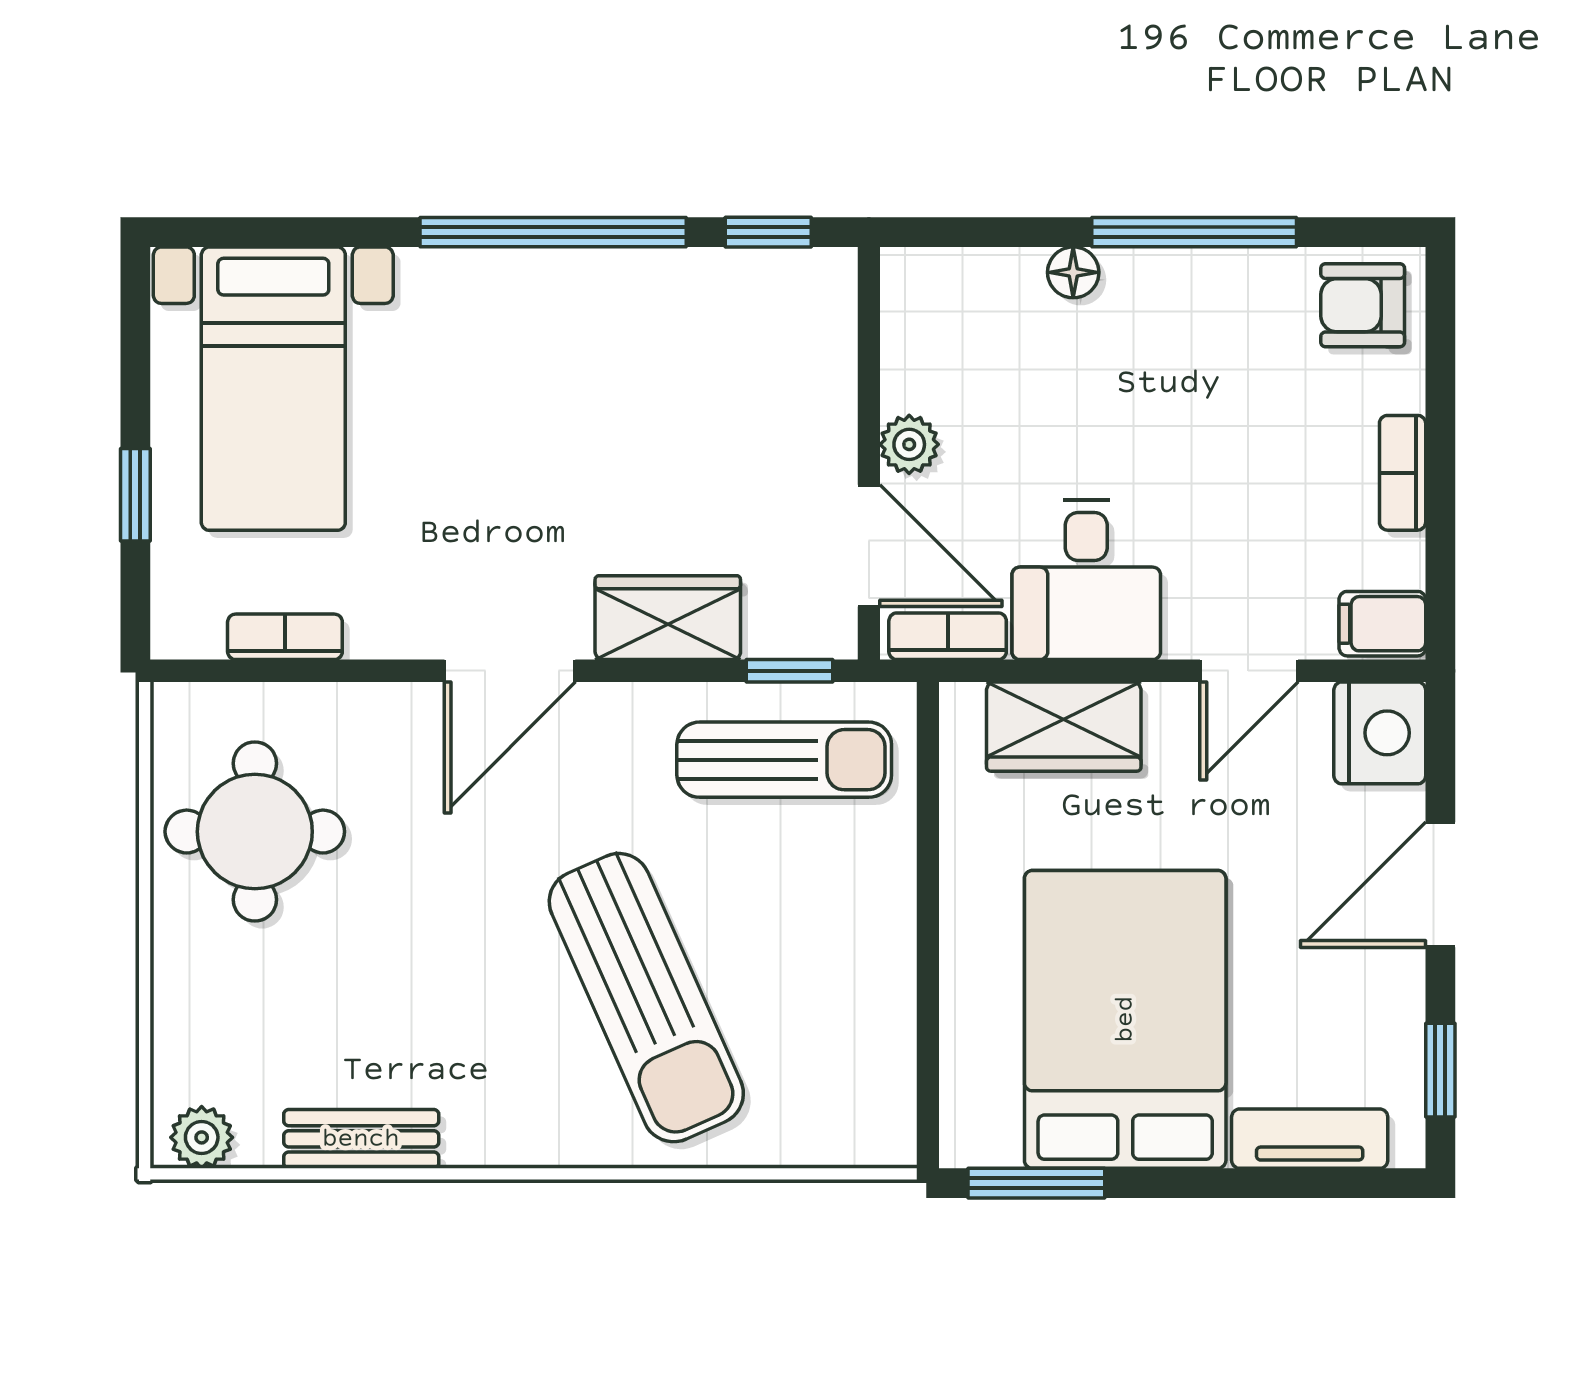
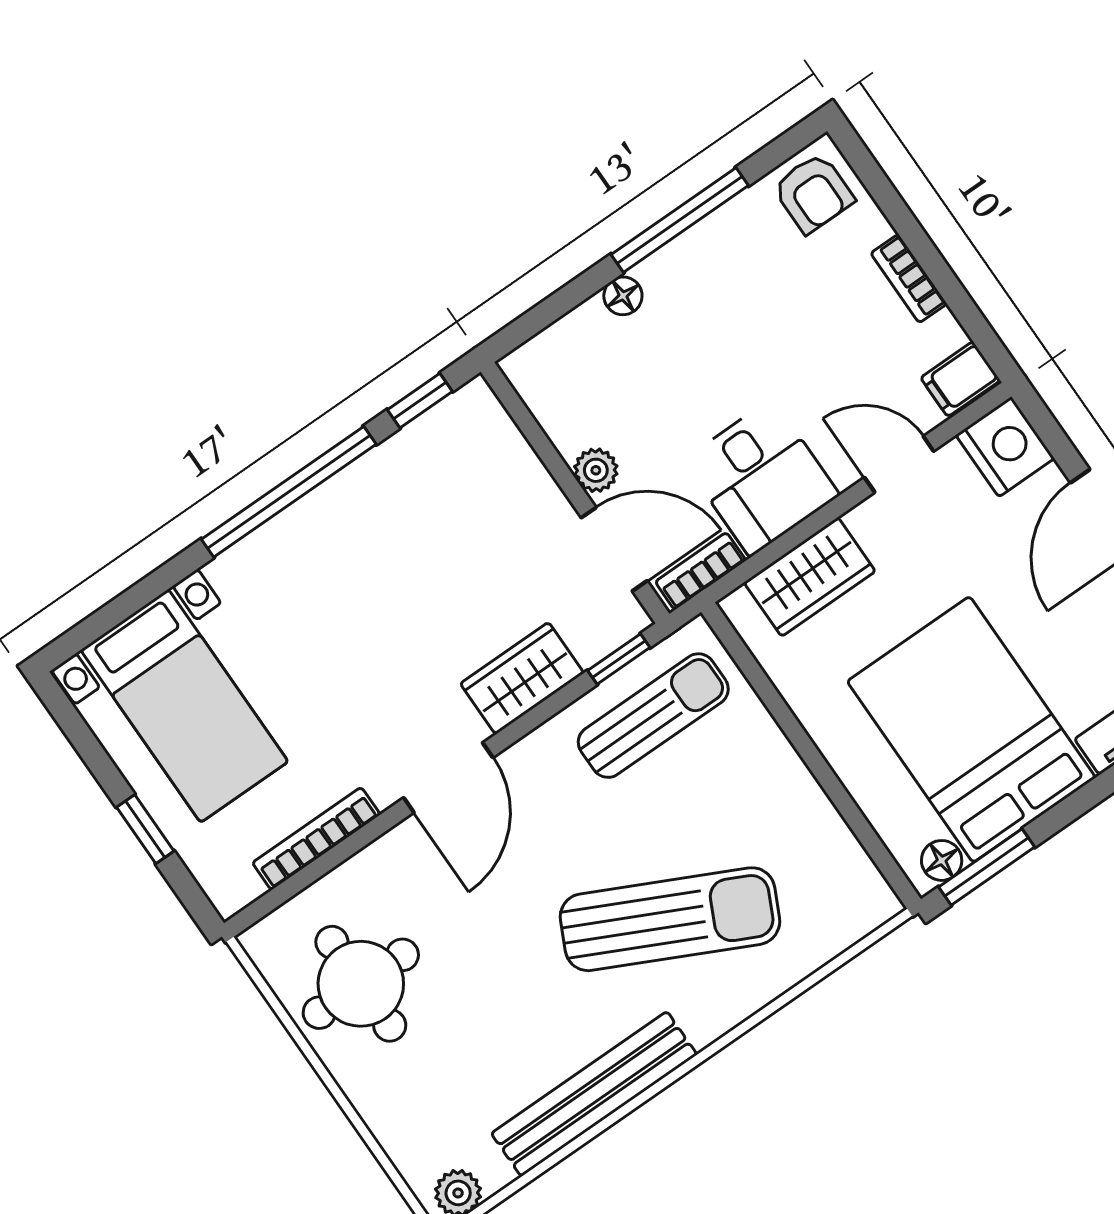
armchair: (1363, 305) -> (813, 193), turned -90
bookcase: (285, 637) -> (316, 839), width x1.56
door: (1249, 671) -> (899, 464), swing flipped
sun lounger: (646, 998) -> (670, 919), turned -40
bench: (361, 1139) -> (594, 1094), width x1.86, depth x1.21
floor lamp: (992, 1141) -> (942, 860), added

